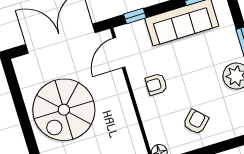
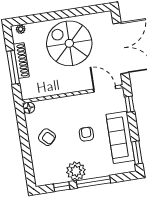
armchair: (156, 84) -> (86, 134), moved

